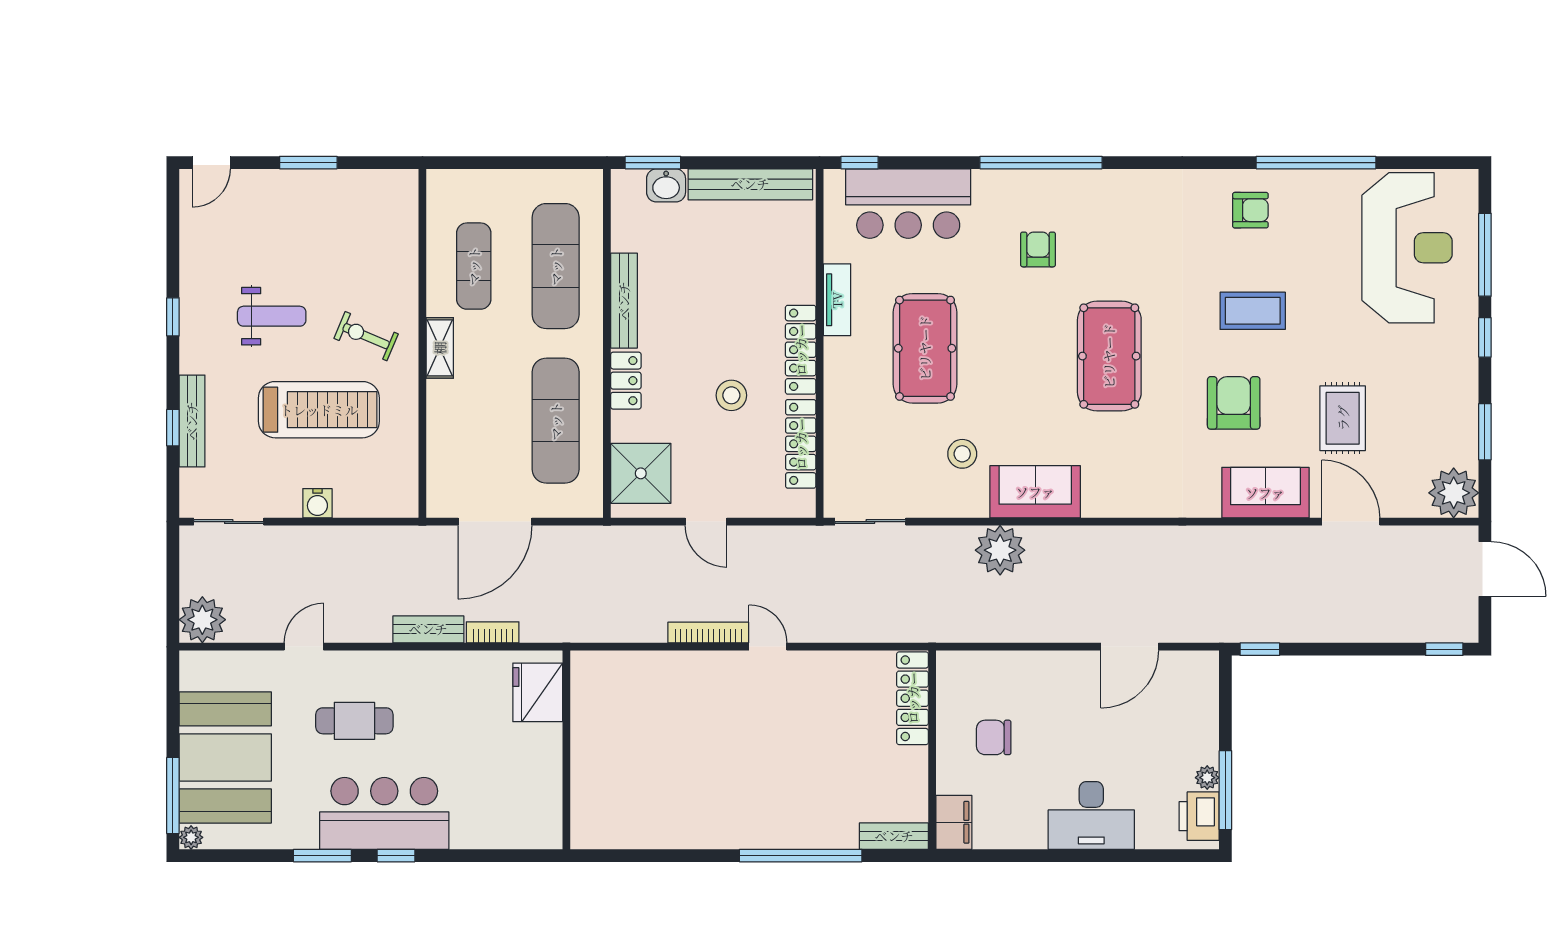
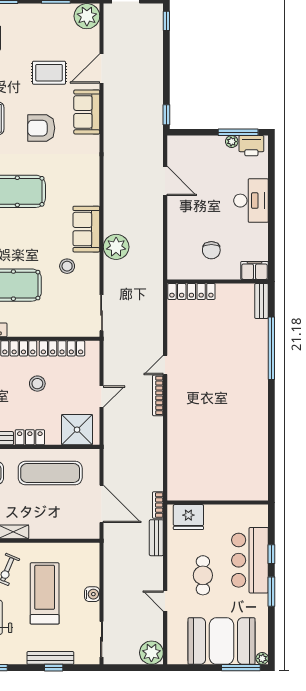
fridge: (538, 692) -> (188, 517), moved
wall: (566, 750) -> (218, 503), moved

